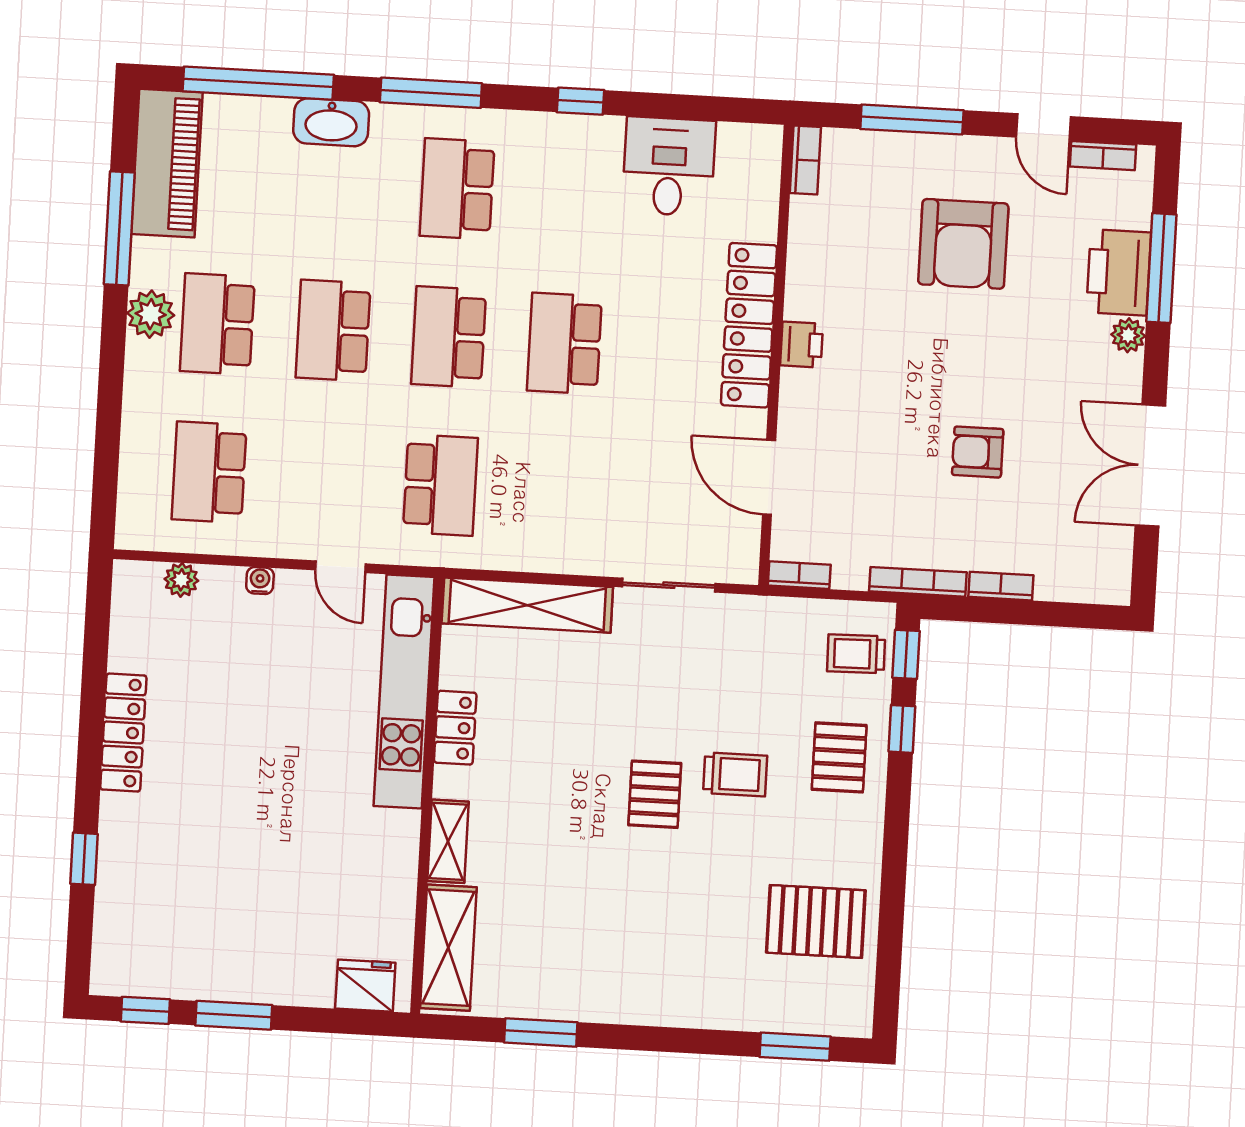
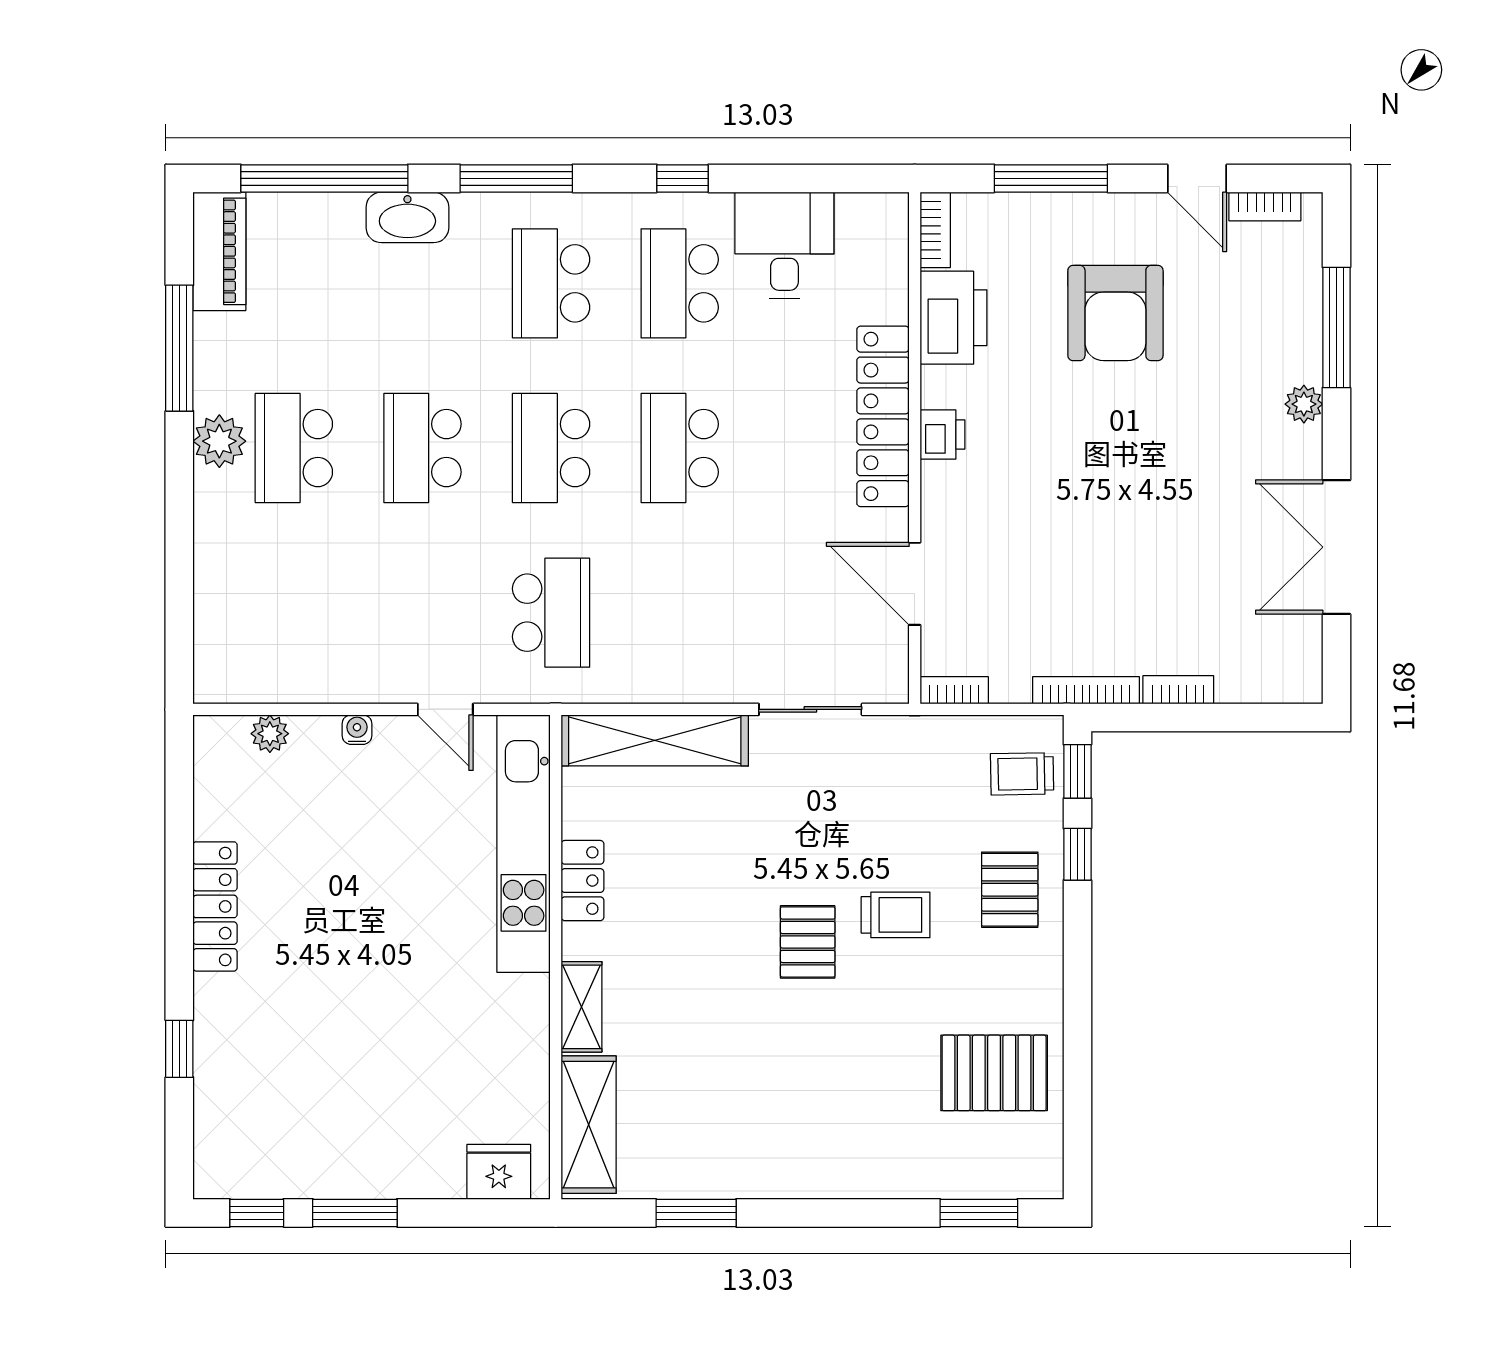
piano: (167, 163) -> (219, 251), width x0.73, depth x0.75
printer: (1119, 272) -> (954, 318), moved, turned 180
armchair: (978, 452) -> (1144, 543), removed
school desk: (209, 472) -> (680, 283), moved

